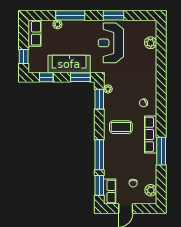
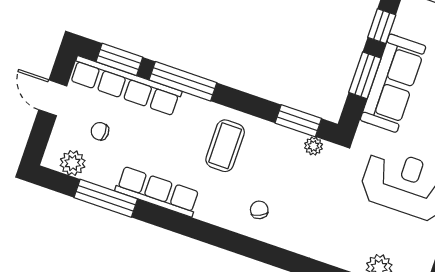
window: (80, 77) -> (365, 75), moved
row of seats: (151, 135) -> (157, 192), moved
window: (161, 151) -> (106, 198), moved
row of seats: (110, 192) -> (126, 86), width x2.02

